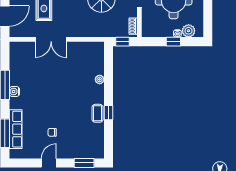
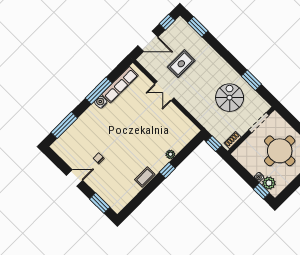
double door: (51, 39) -> (164, 91), width x0.73
window: (173, 42) -> (261, 191), moved
window: (109, 113) -> (167, 170), moved
row of seats: (16, 129) -> (120, 85), moved

